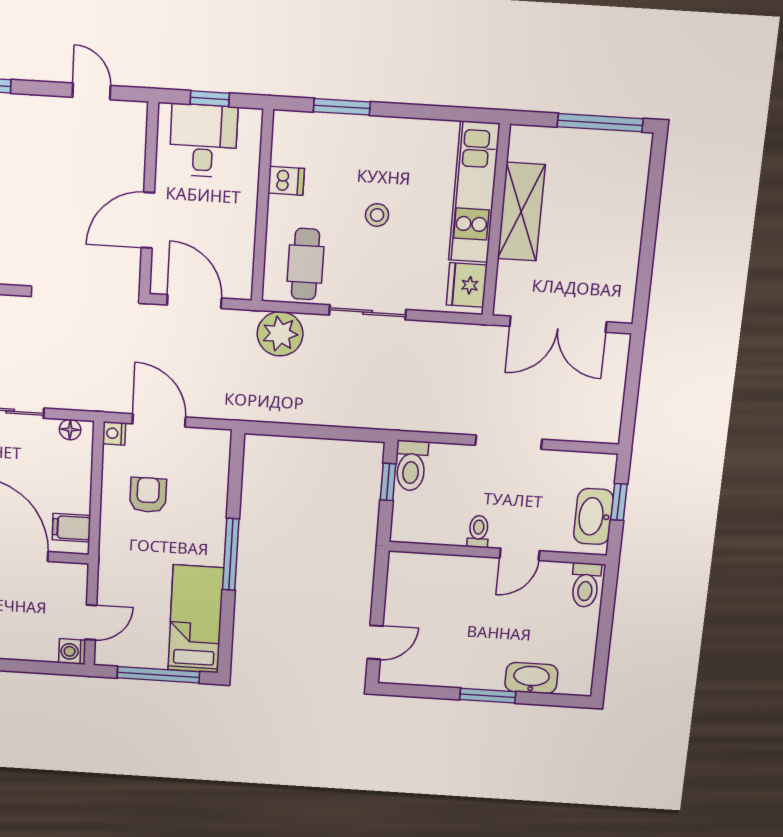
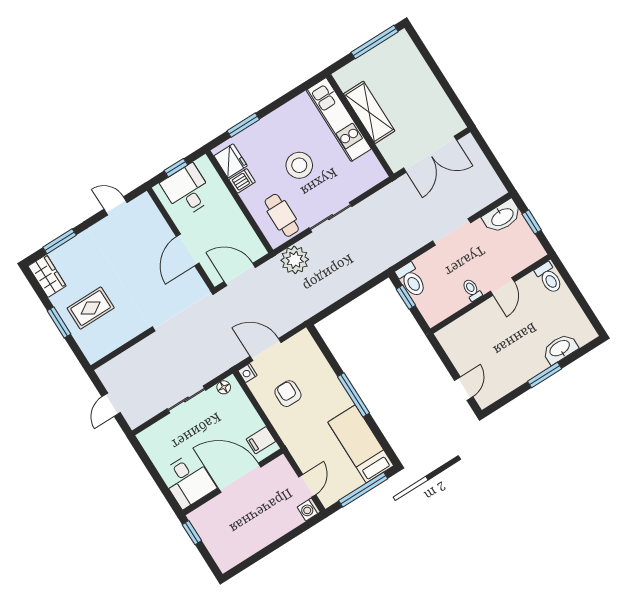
stool: (377, 215) -> (299, 165), width x1.89, depth x1.89
fridge: (467, 285) -> (231, 161), moved, turned 180
washbasin: (593, 516) -> (502, 217), moved, turned -90

